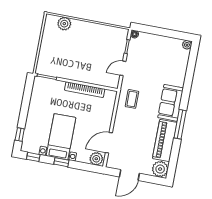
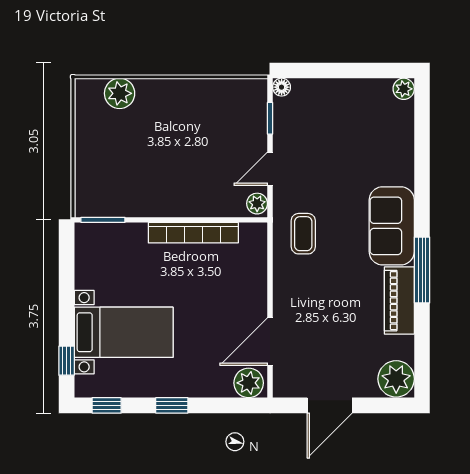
plant: (114, 82) -> (257, 204), added
bed with nightstands: (61, 137) -> (124, 332), moved, turned 90
piano: (165, 140) -> (399, 301), width x0.73, depth x0.75

